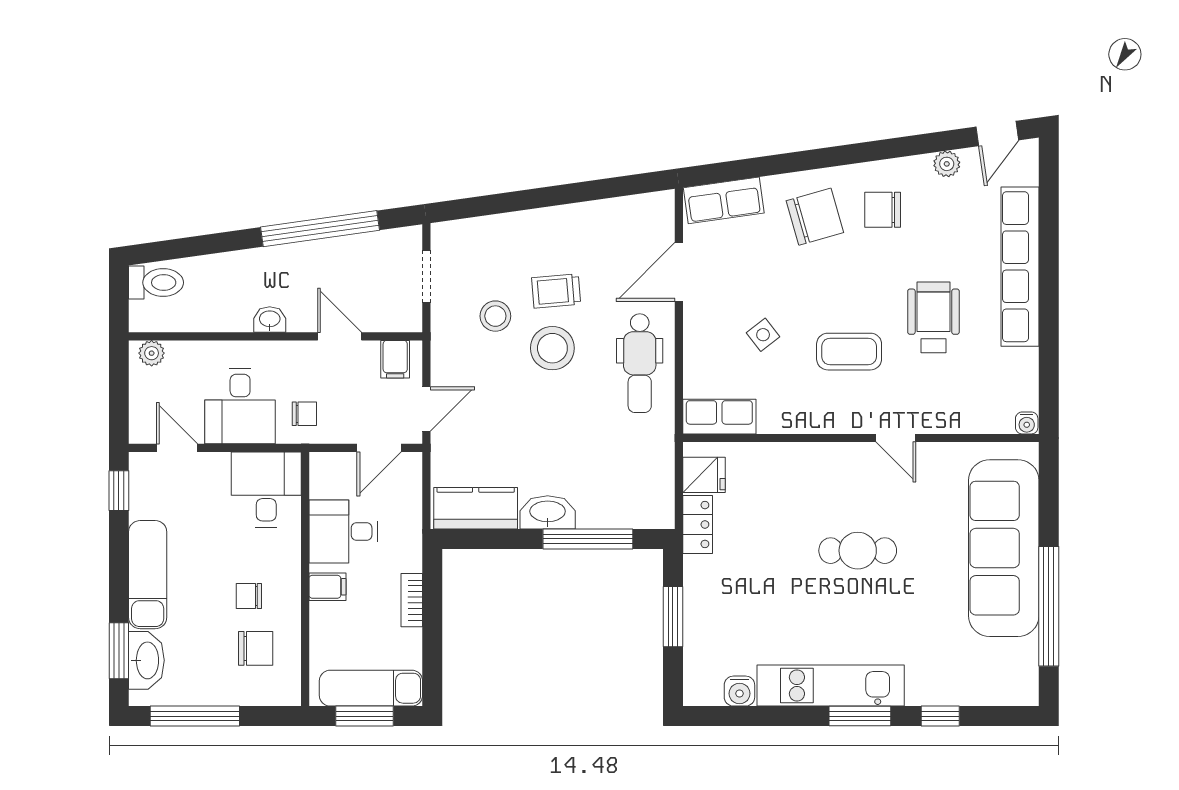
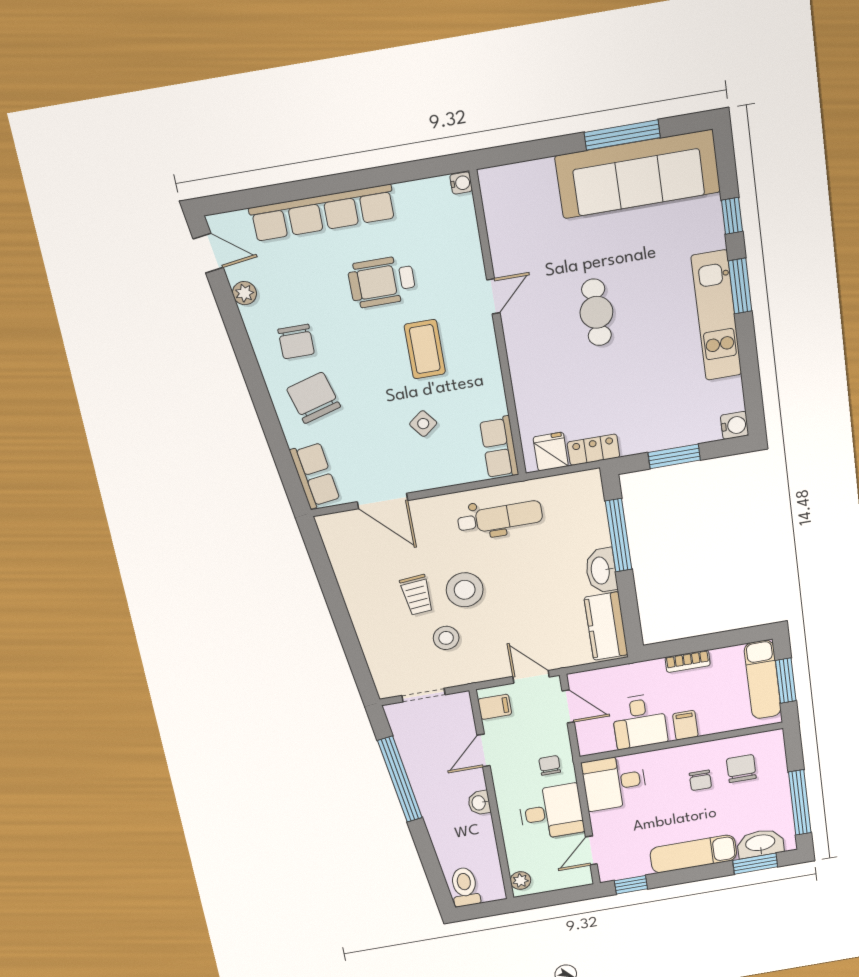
dental chair: (640, 363) -> (500, 517), moved
sofa: (1004, 548) -> (638, 174), moved
window: (1049, 606) -> (622, 135), width x0.68
water cooler: (739, 691) -> (735, 425), moved

